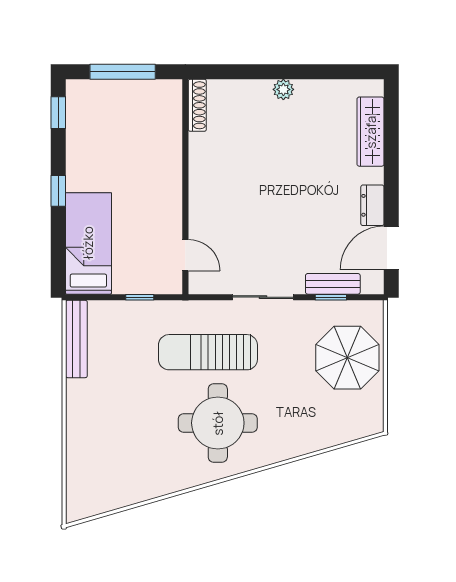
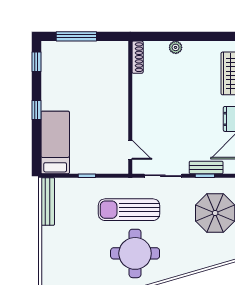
shoe rack: (197, 105) -> (138, 57), moved
wall: (185, 187) -> (130, 107), moved
door: (185, 255) -> (130, 150), moved

